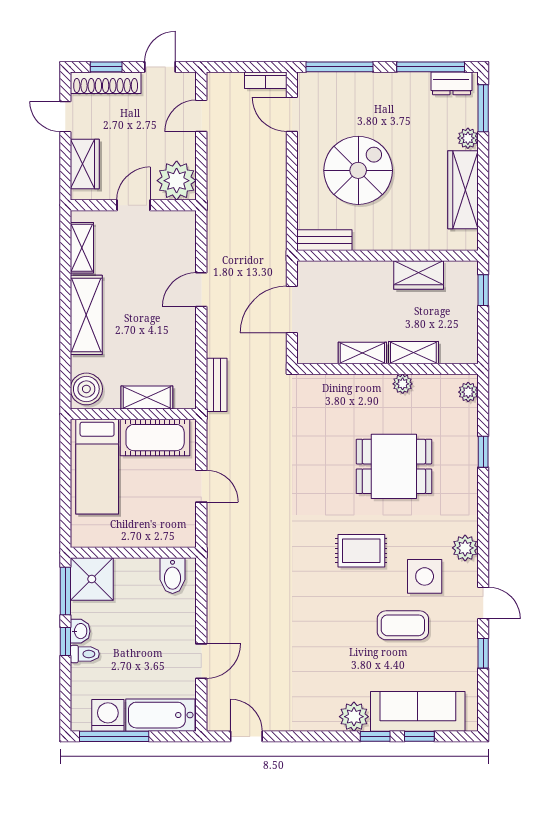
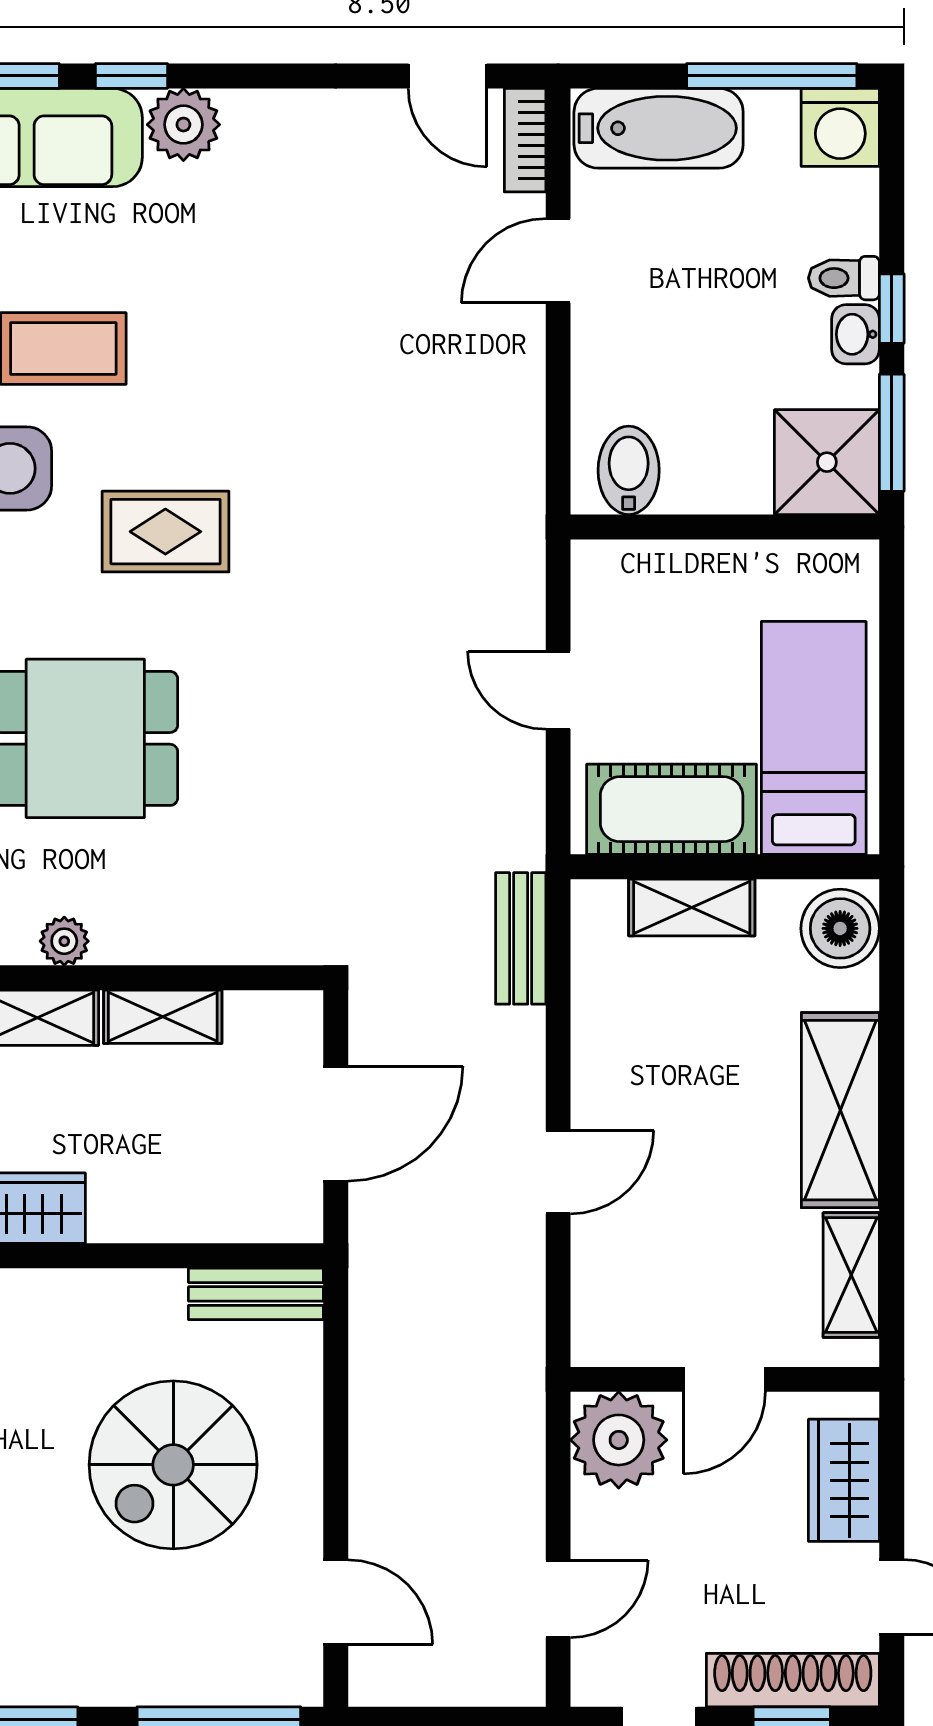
bookcase: (266, 80) -> (525, 140), moved, turned -90
washing machine: (108, 715) -> (840, 127), moved

